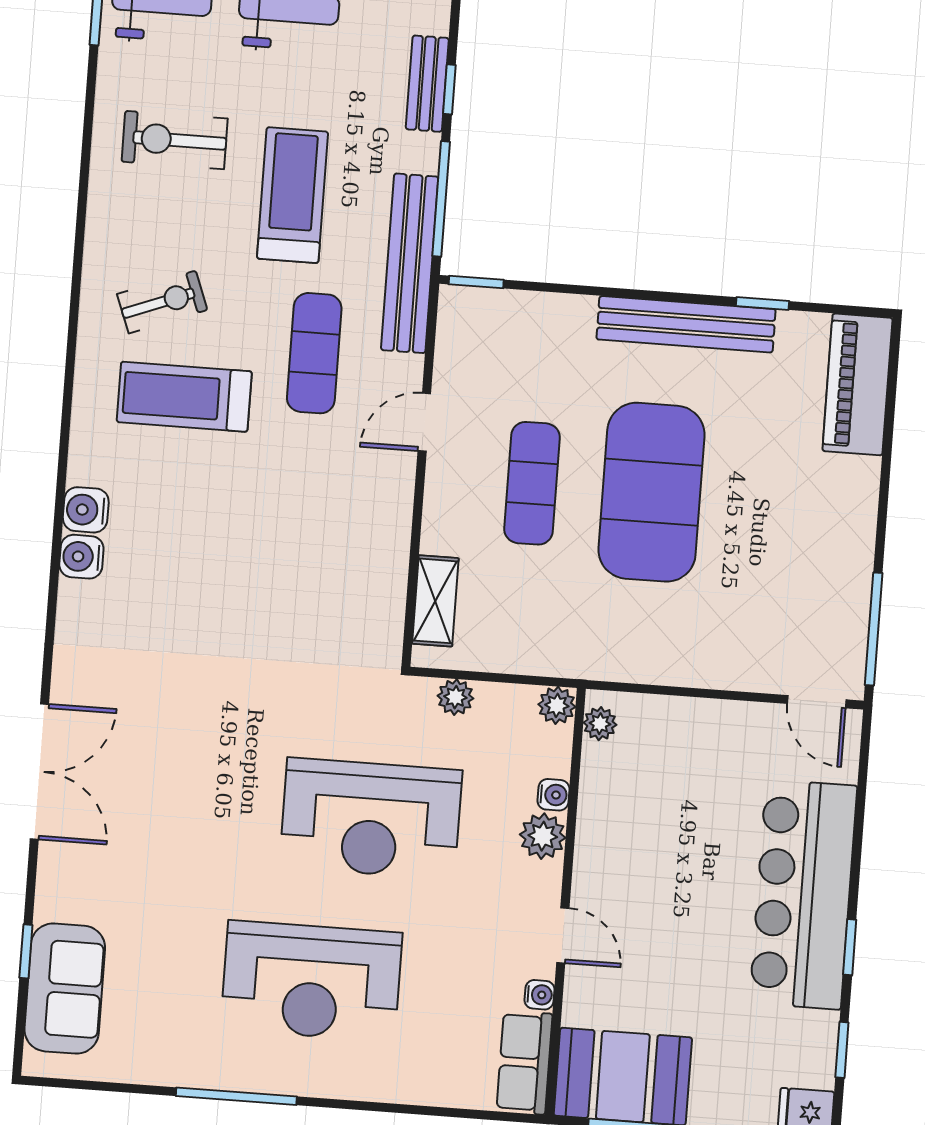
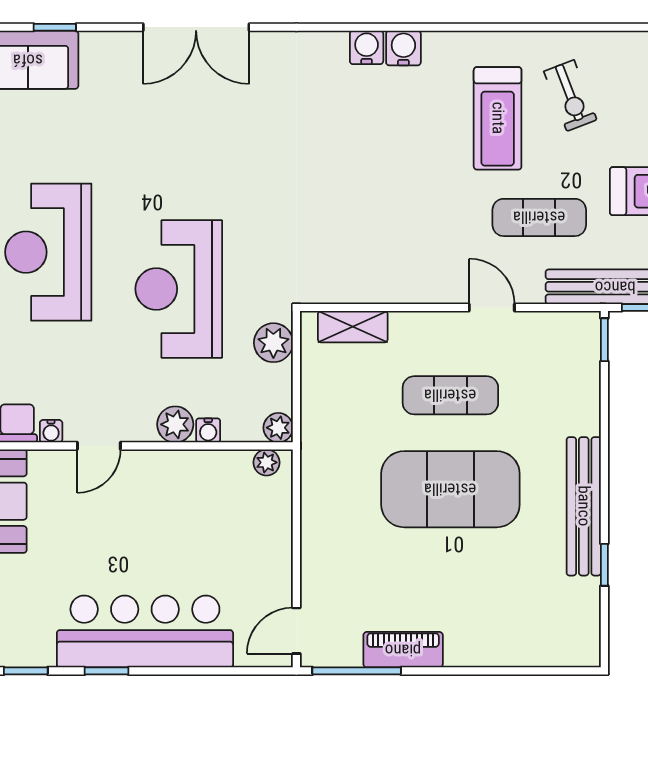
piano: (857, 384) -> (403, 650), moved, width x0.73, depth x0.75
treadmill: (184, 397) -> (498, 118), turned 180
plant: (455, 697) -> (273, 343), width x1.38, depth x1.38

